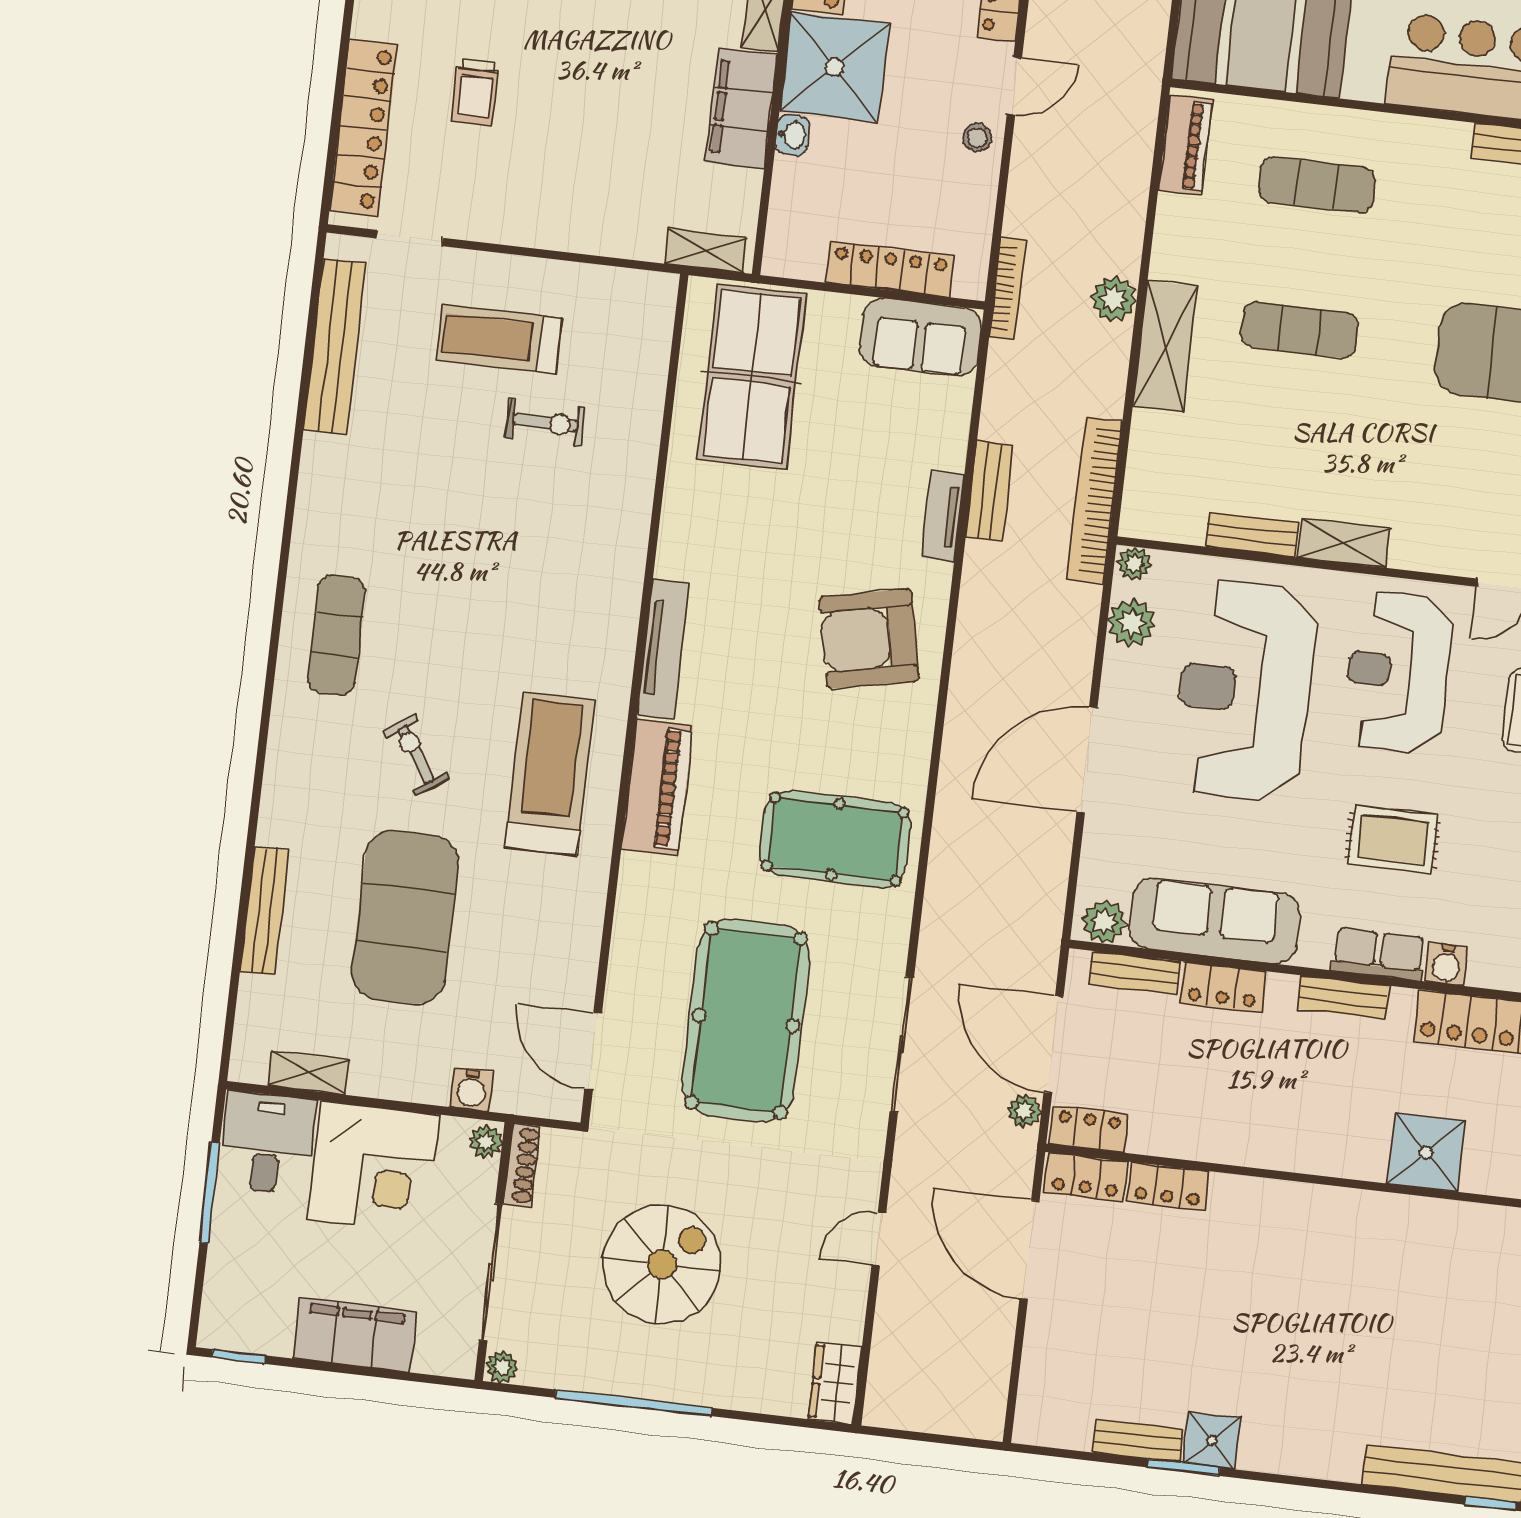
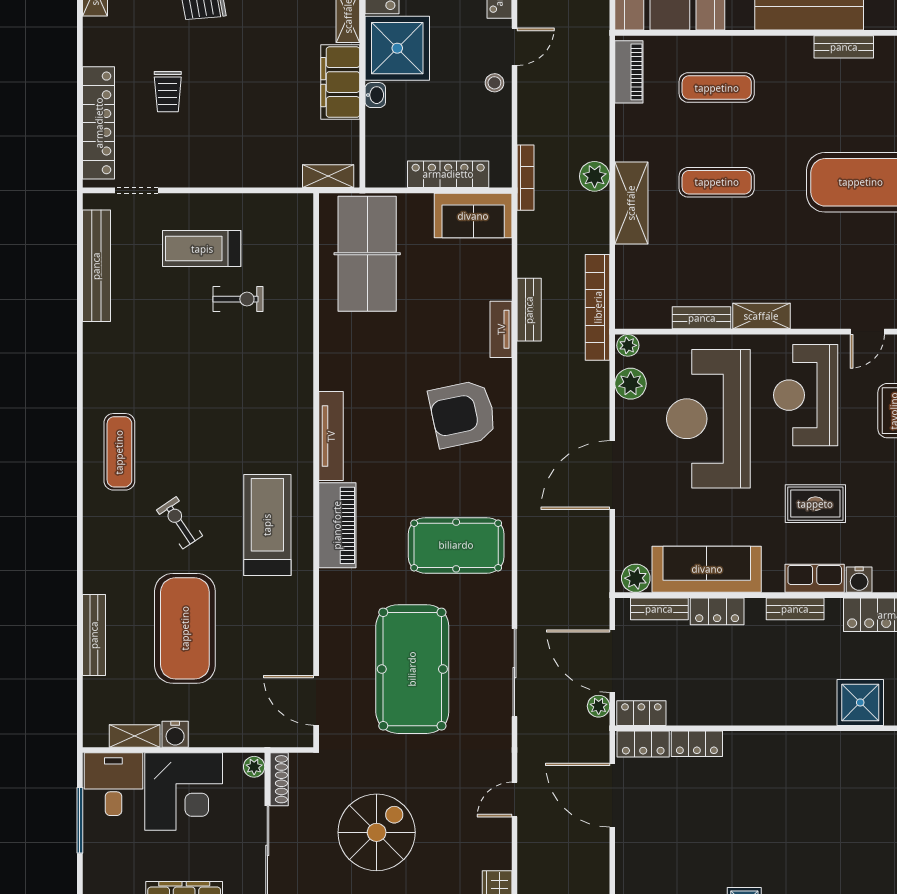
water cooler: (471, 1089) -> (175, 734), moved

